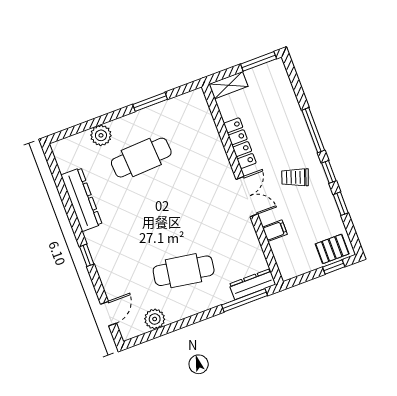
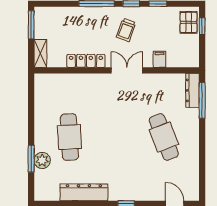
window: (150, 102) -> (31, 159), moved
cafe table: (184, 271) -> (164, 137), turned -30
plant: (155, 319) -> (191, 171), removed

